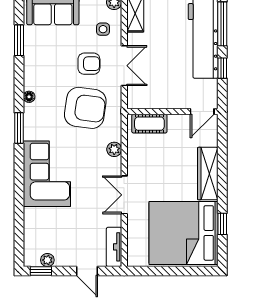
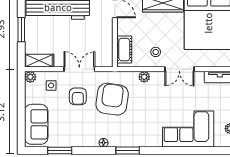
armchair: (89, 64) -> (78, 96), turned 180
stool: (146, 164) -> (156, 52), added
corner sofa: (47, 174) -> (188, 129), moved

